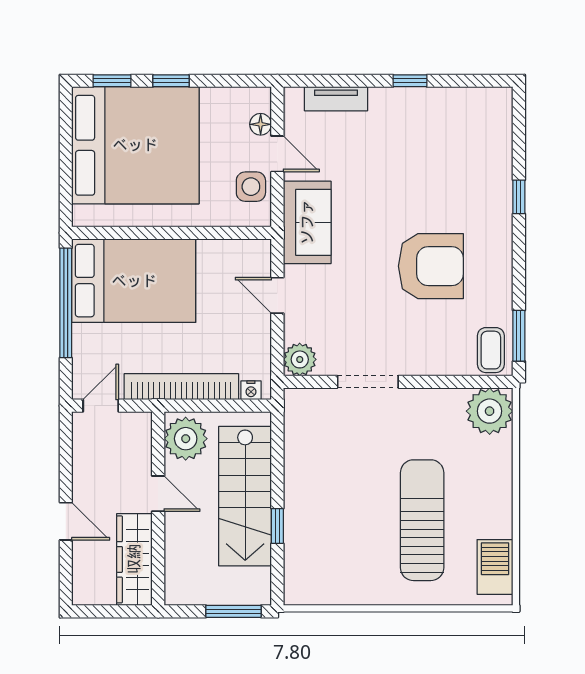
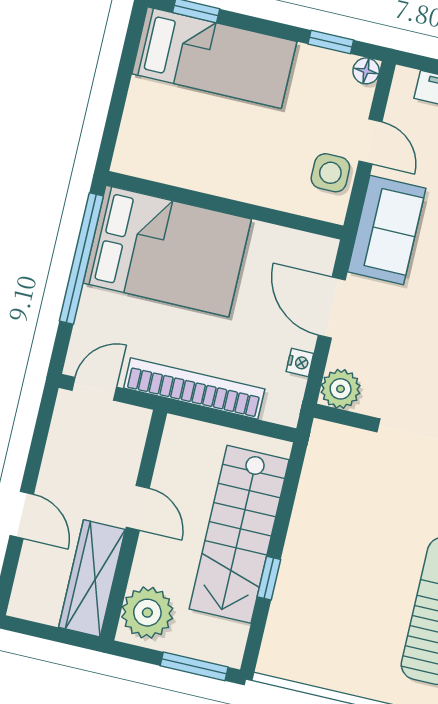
window: (171, 81) -> (331, 42), moved
floor lamp: (261, 124) -> (366, 71), moved
bed: (135, 145) -> (214, 58), width x0.49
door: (277, 295) -> (332, 308), width x1.38
nightstand: (251, 390) -> (300, 362), moved, turned -90
plant: (186, 439) -> (147, 613), moved

